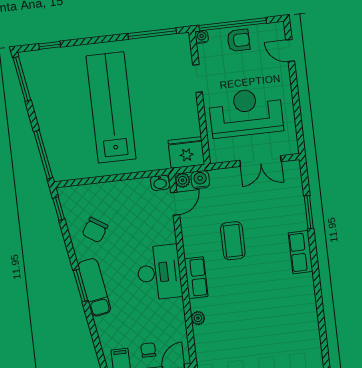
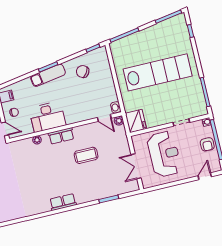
water cooler: (200, 180) -> (121, 131), removed
row of seats: (301, 252) -> (63, 202), moved
desk: (159, 272) -> (47, 117), moved

